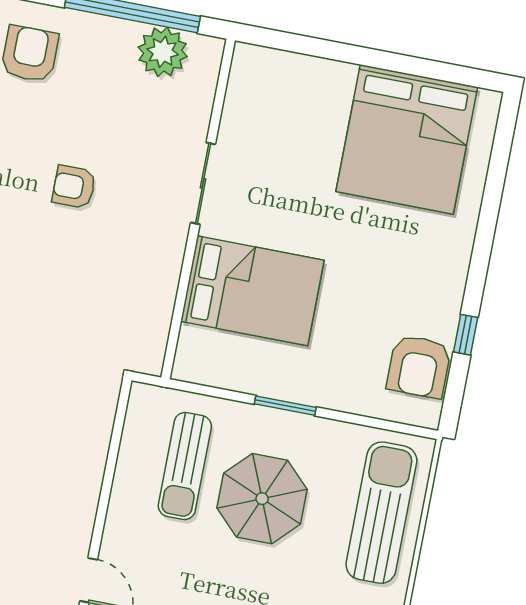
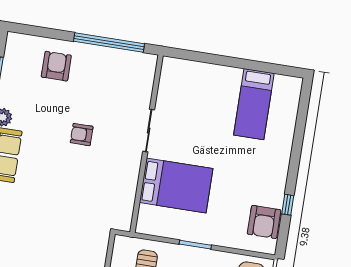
plant: (163, 52) -> (125, 63), removed
bed: (407, 139) -> (254, 104), width x0.49

